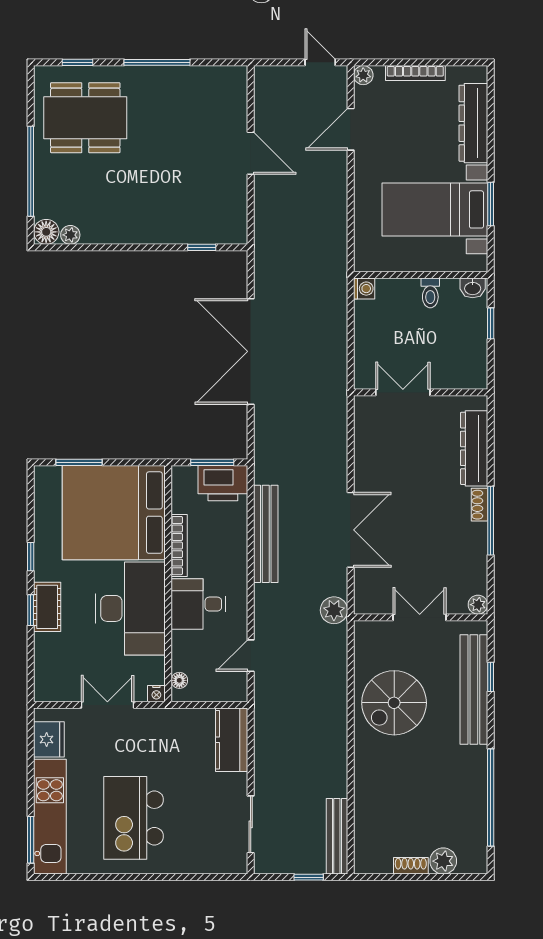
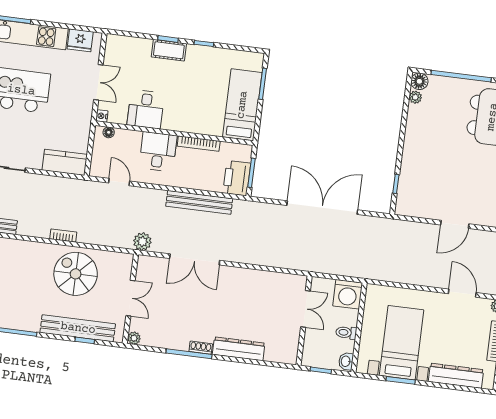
washing machine: (364, 289) -> (348, 294), width x1.89, depth x1.89
double door: (403, 392) -> (305, 309), moved
wall: (421, 392) -> (304, 321), moved
bed: (114, 513) -> (242, 105), width x0.49
desk: (130, 608) -> (146, 109), width x0.53, depth x0.77
bookcase: (340, 728) -> (63, 236), added

